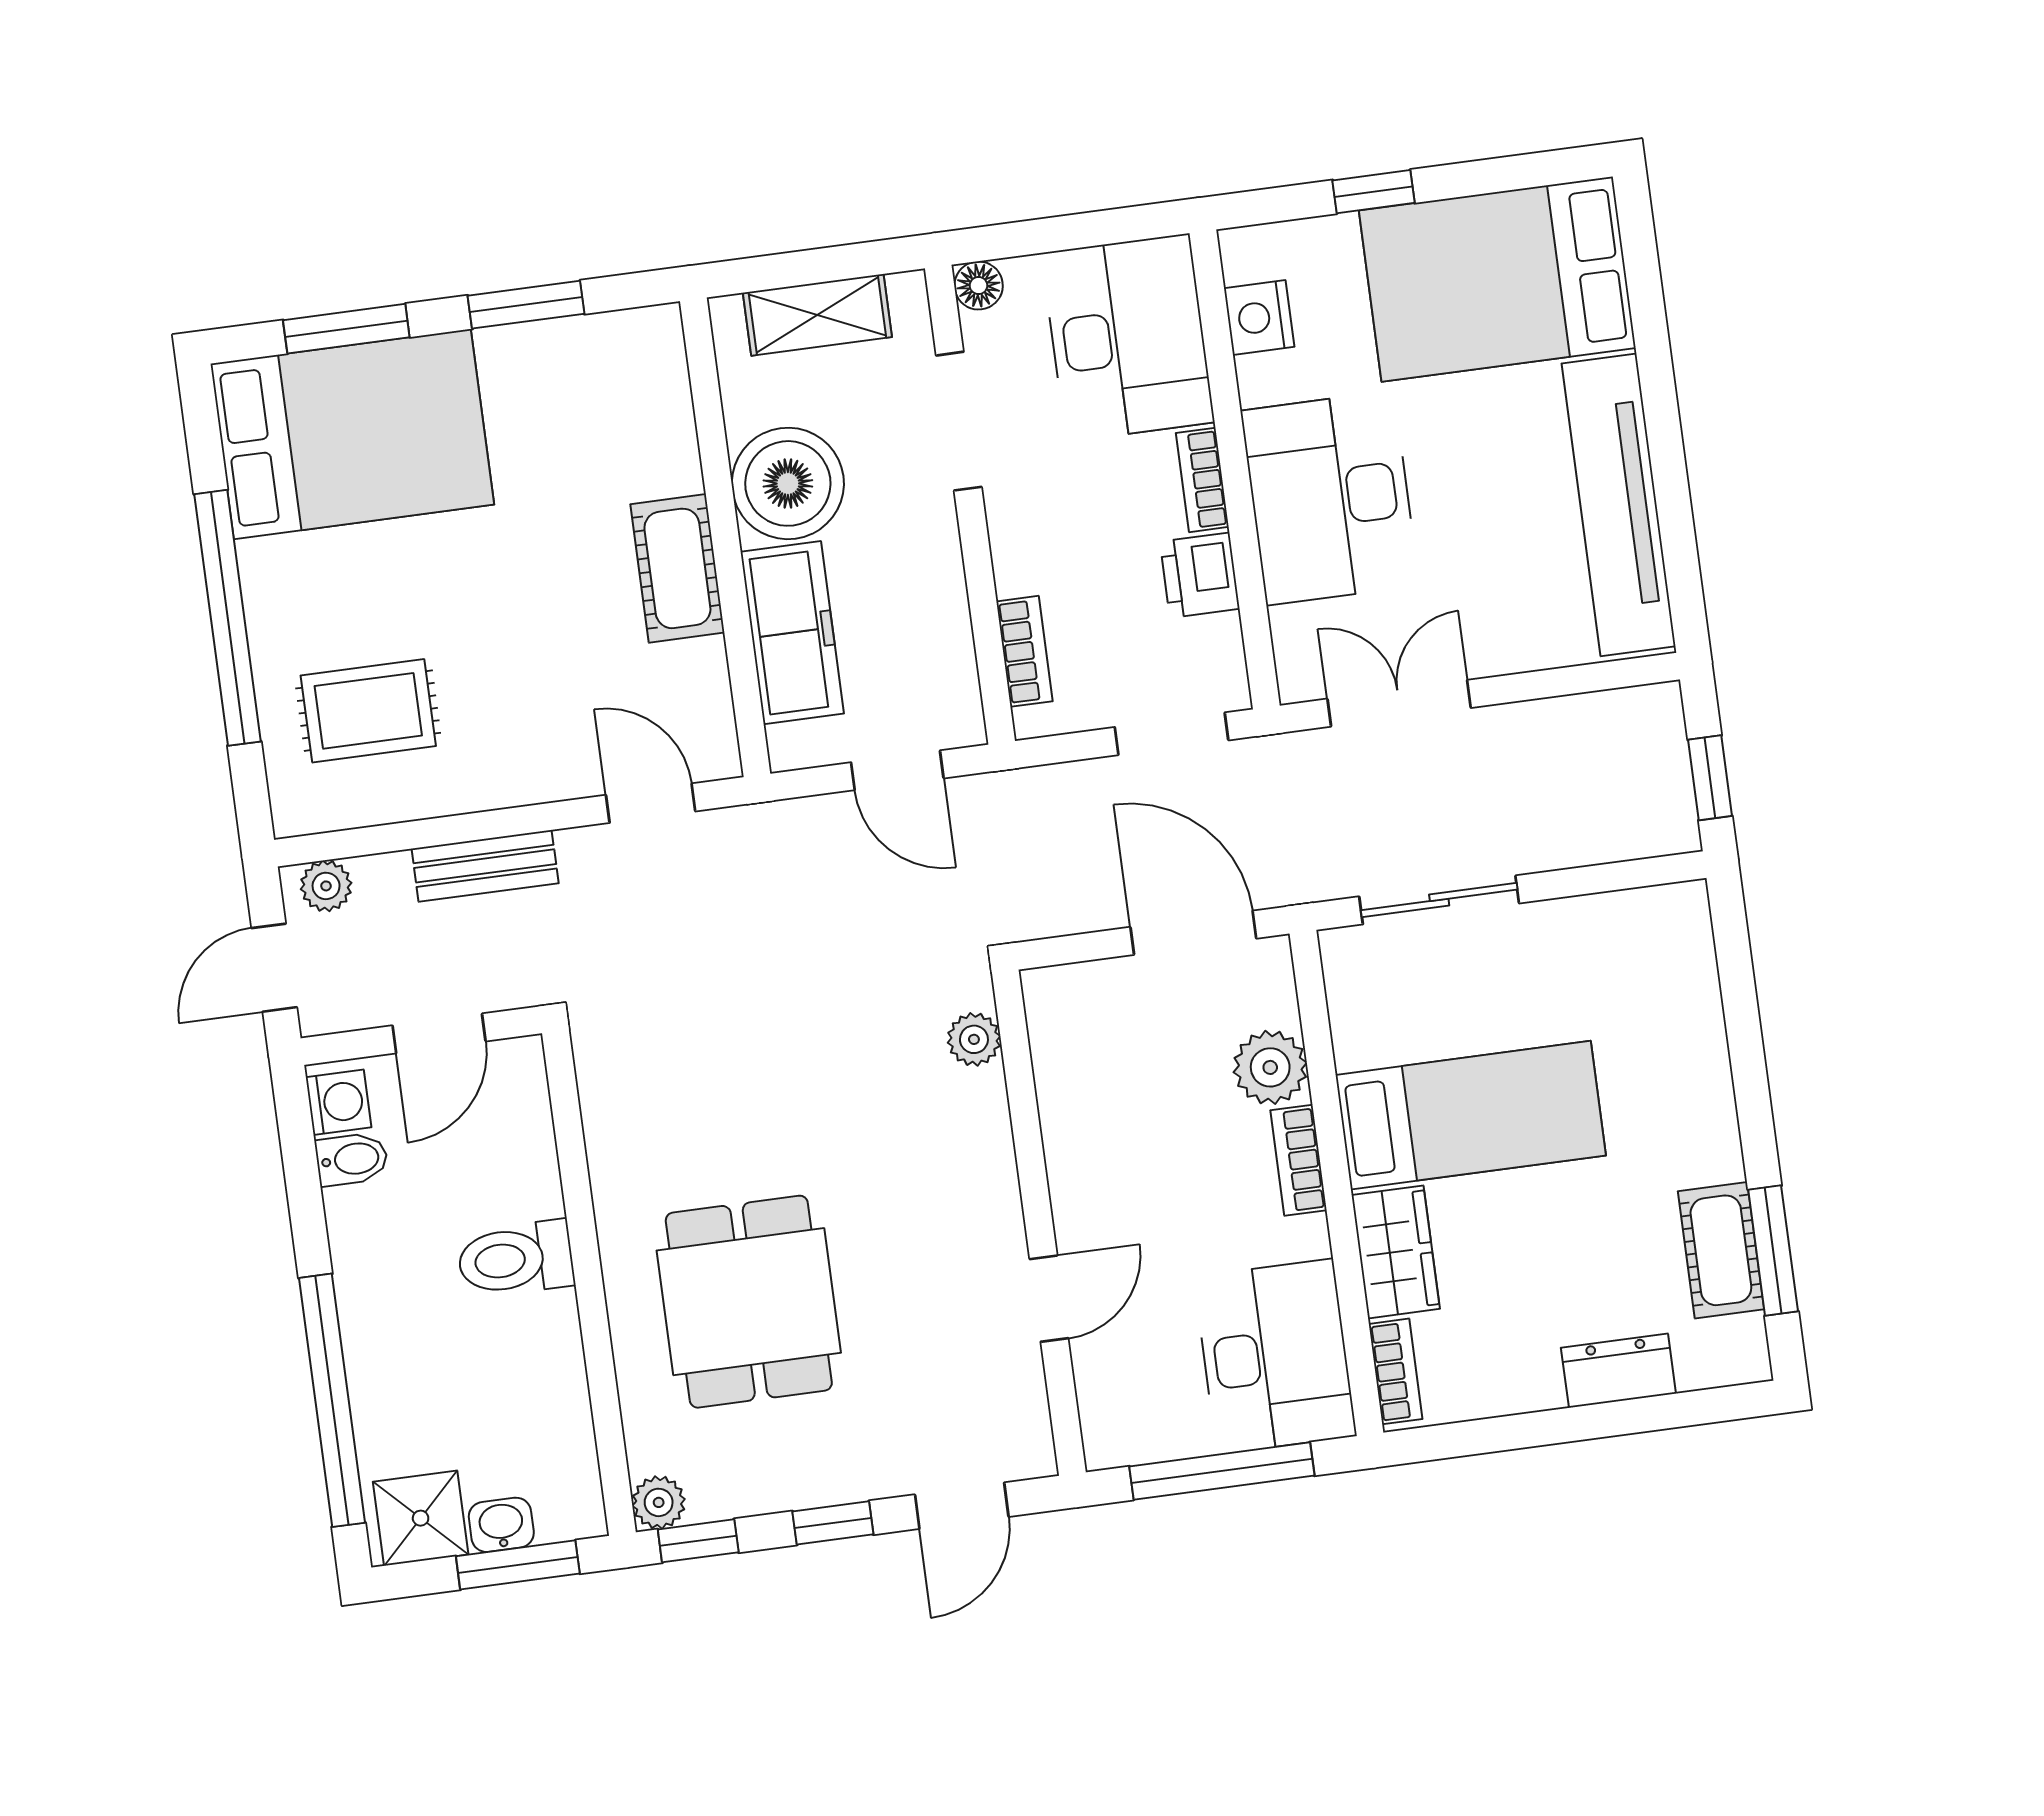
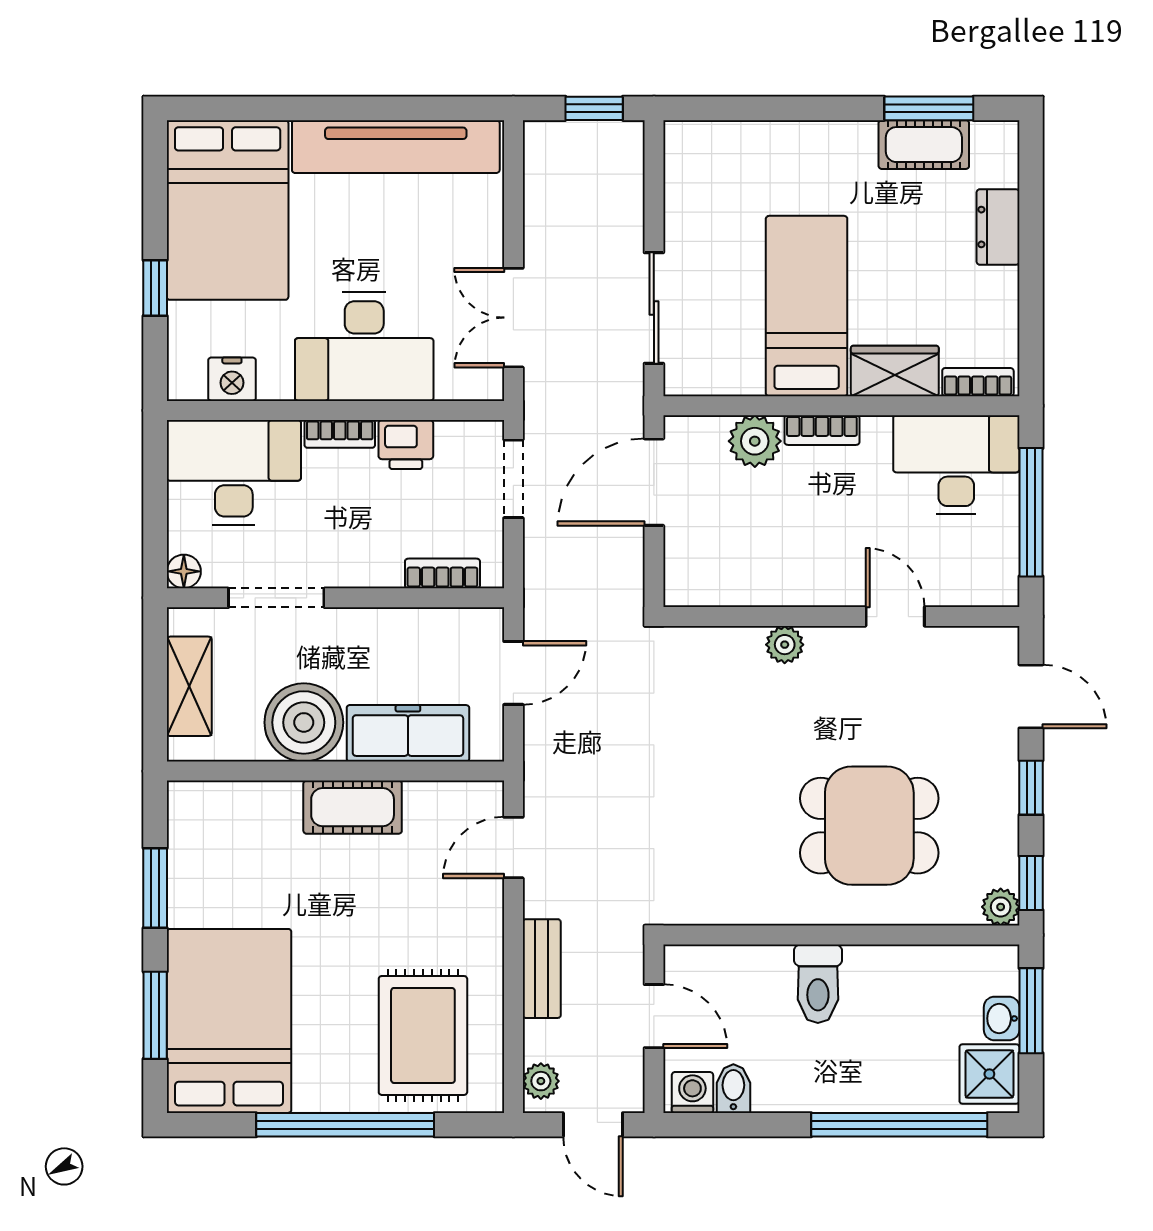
rug: (368, 711) -> (423, 1035), width x1.36, depth x1.43
plant: (974, 1039) -> (785, 645), moved

